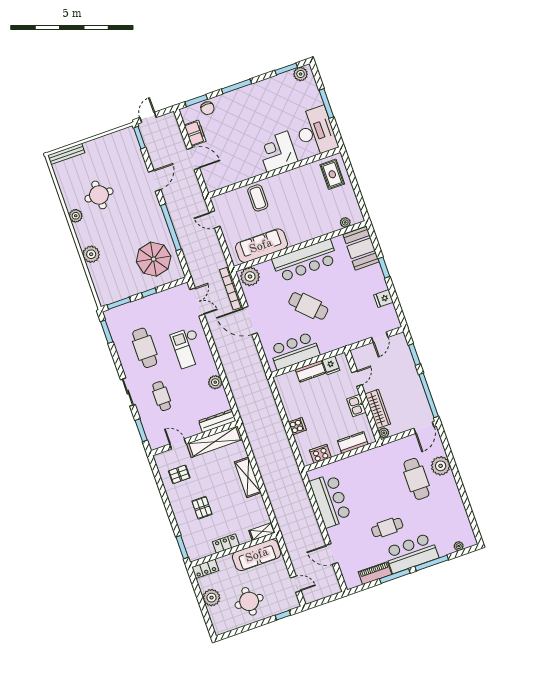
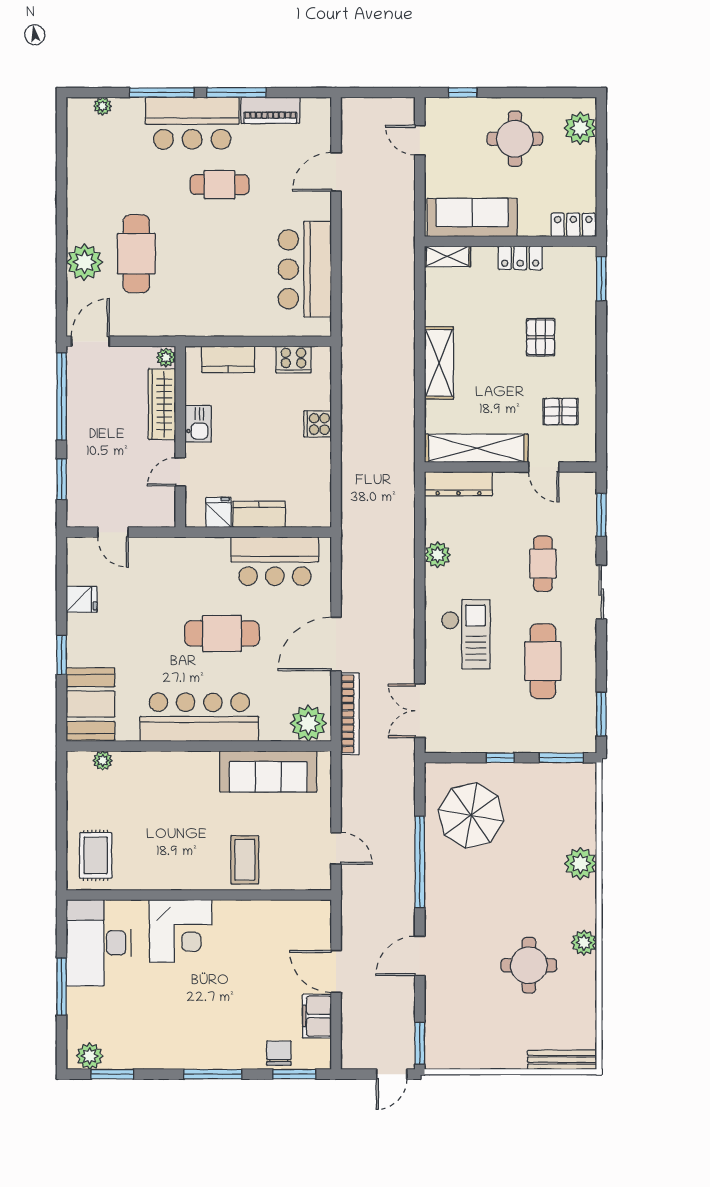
cafe table: (308, 306) -> (222, 633), turned -45
door: (250, 321) -> (336, 644), swing flipped
door: (380, 337) -> (113, 532), swing flipped
door: (332, 554) -> (336, 172), swing flipped
plant: (211, 598) -> (580, 128), moved

